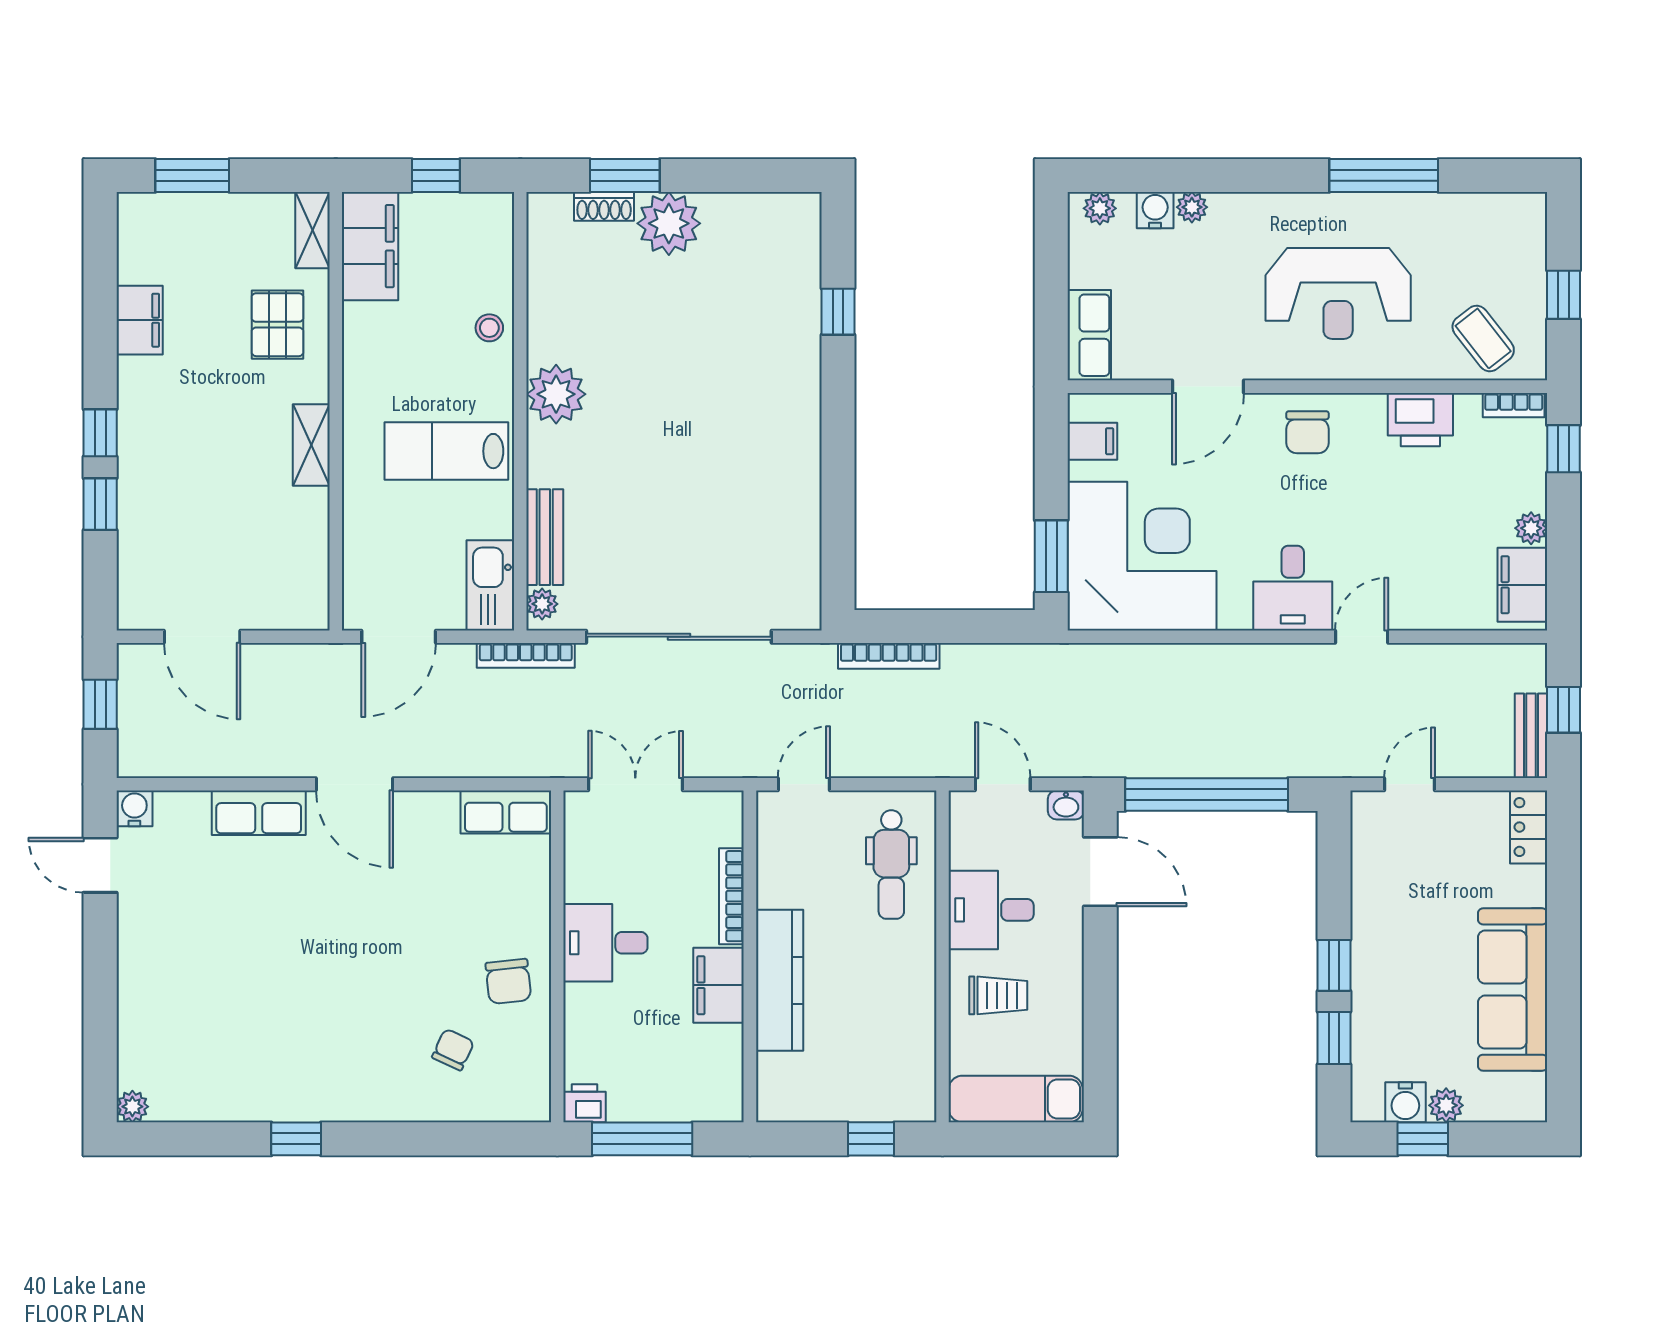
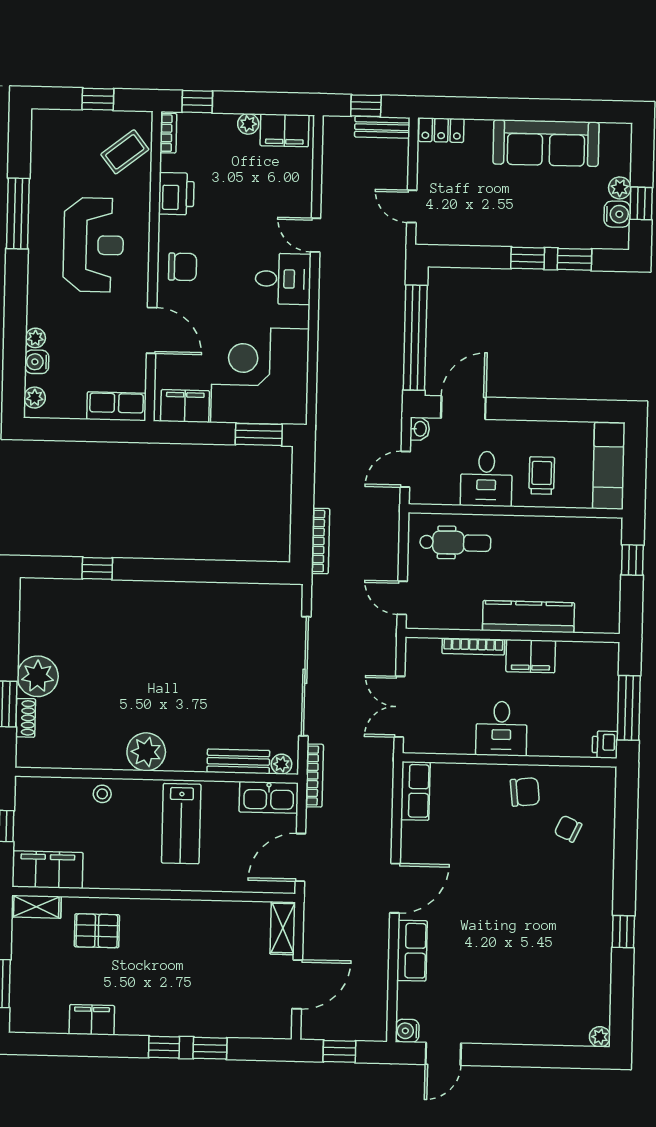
filing cabinet: (1092, 441) -> (185, 406), width x2.00
shelving: (311, 445) -> (283, 928), moved, turned 90
door: (399, 637) -> (300, 857), swing flipped

